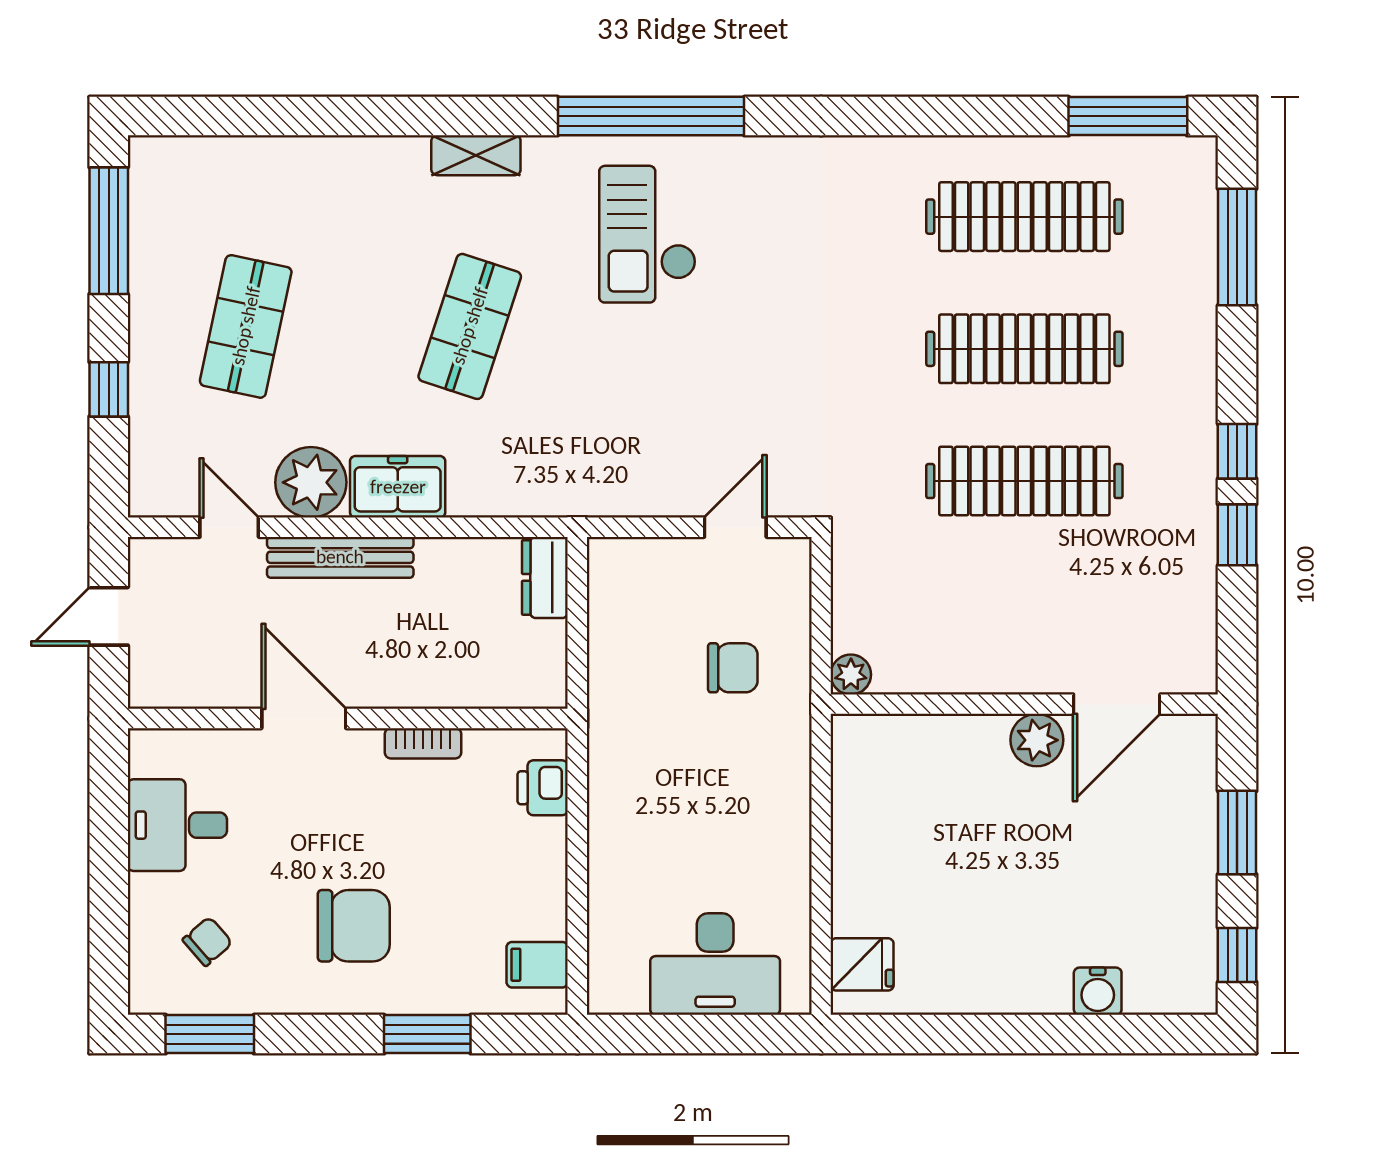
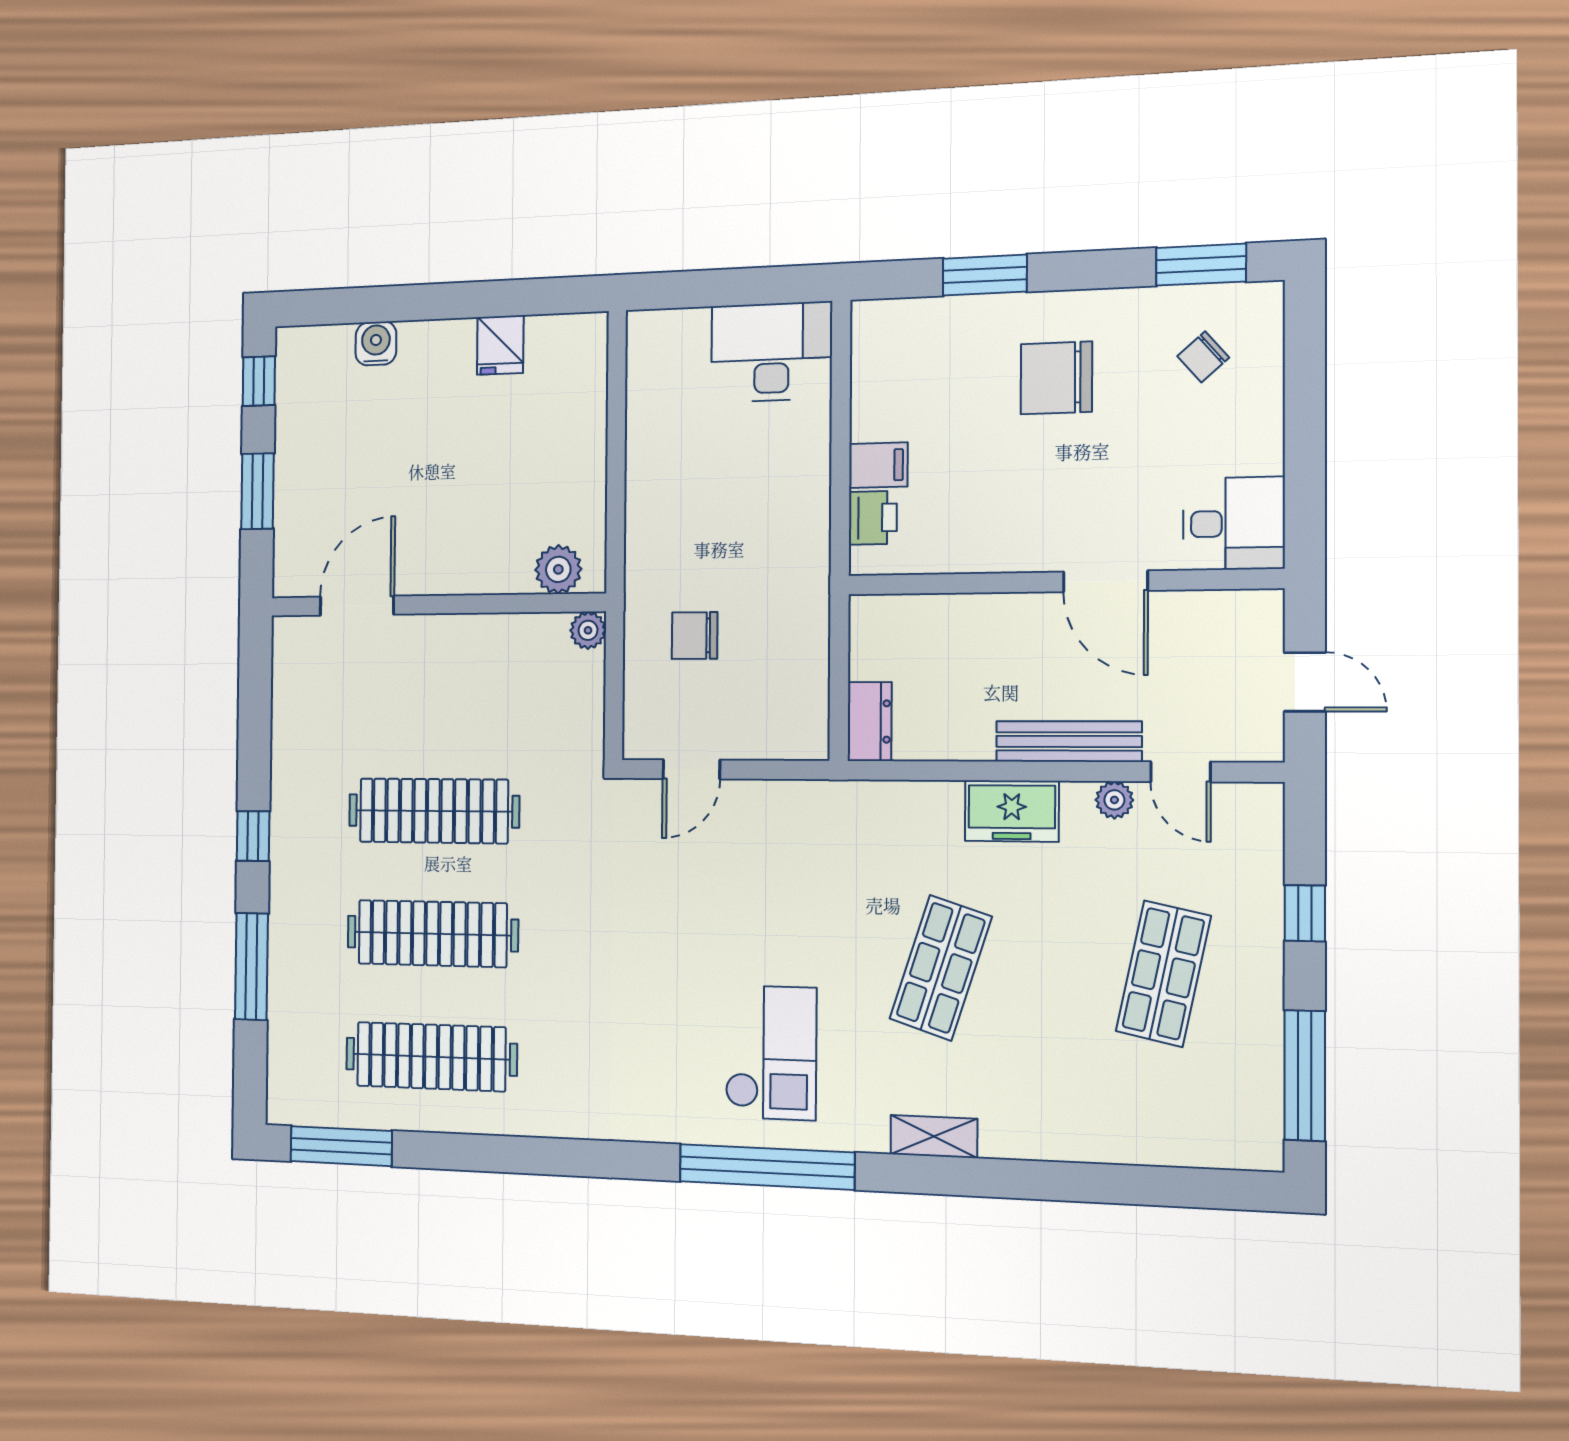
window: (1237, 247) -> (251, 966), moved
plant: (311, 482) -> (1114, 800), width x0.53, depth x0.53
window: (1237, 535) -> (254, 760), removed
door: (109, 616) -> (1305, 682), hinge flipped
plant: (1037, 740) -> (558, 569), moved
bookcase: (423, 743) -> (988, 559), removed
desk: (177, 825) -> (1234, 524), moved
desk: (715, 964) -> (771, 352), moved
fridge: (862, 964) -> (500, 345), moved, turned -90
filing cabinet: (537, 965) -> (878, 465), moved

